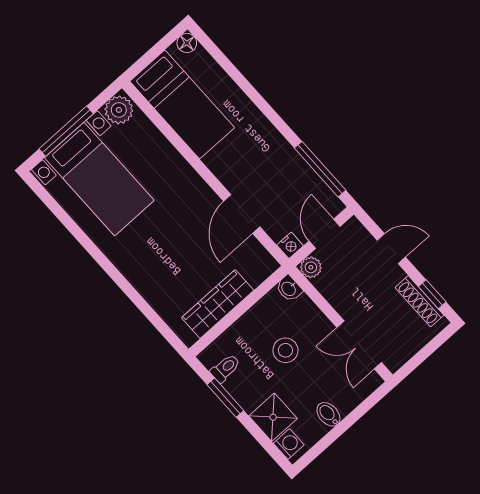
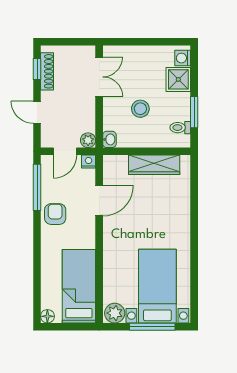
armchair: (276, 158) -> (55, 214), added
bidet: (328, 414) -> (148, 55), removed

